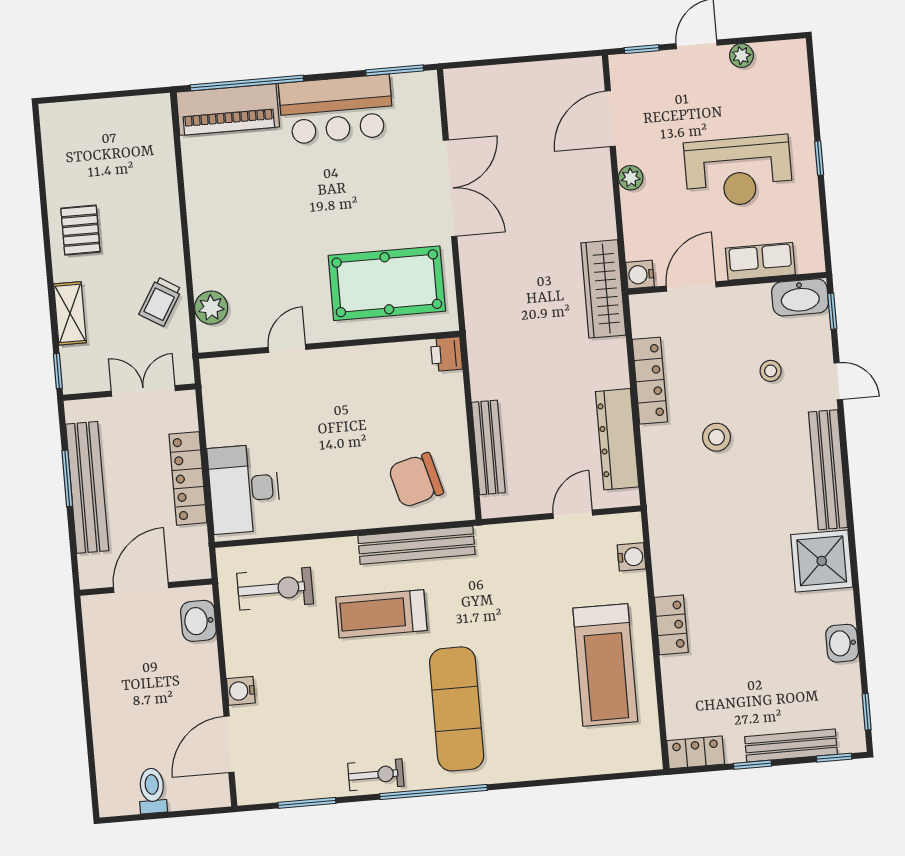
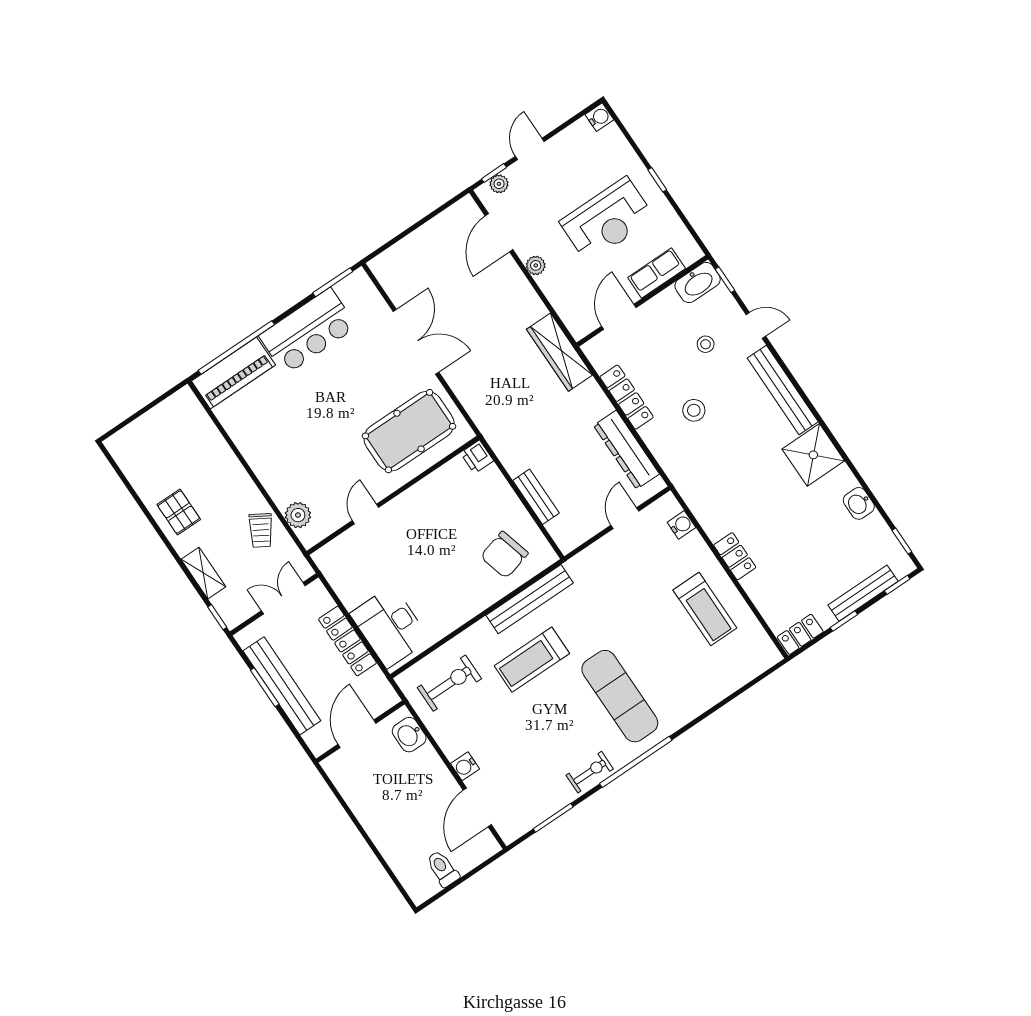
plant: (741, 56) -> (499, 184), moved
water cooler: (640, 275) -> (599, 117), moved, turned 180
bench: (488, 447) -> (536, 497), width x0.73
treadmill: (605, 665) -> (705, 609), width x0.73, depth x0.73

